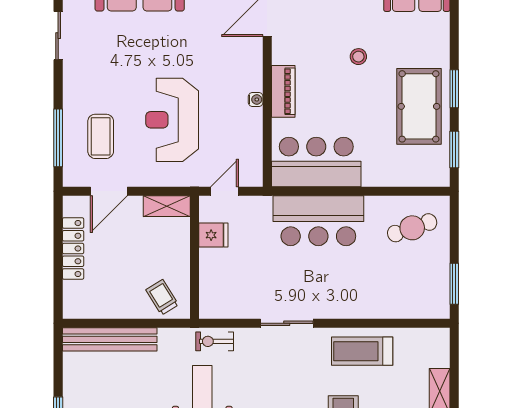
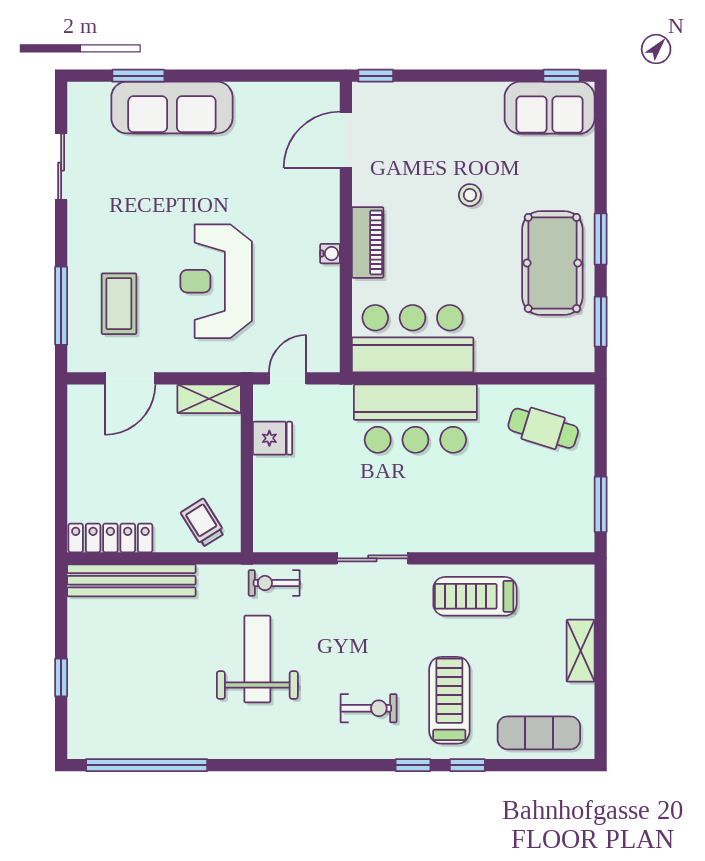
cafe table: (412, 228) -> (543, 428), turned 36
locker: (73, 249) -> (110, 538), moved, turned -90

